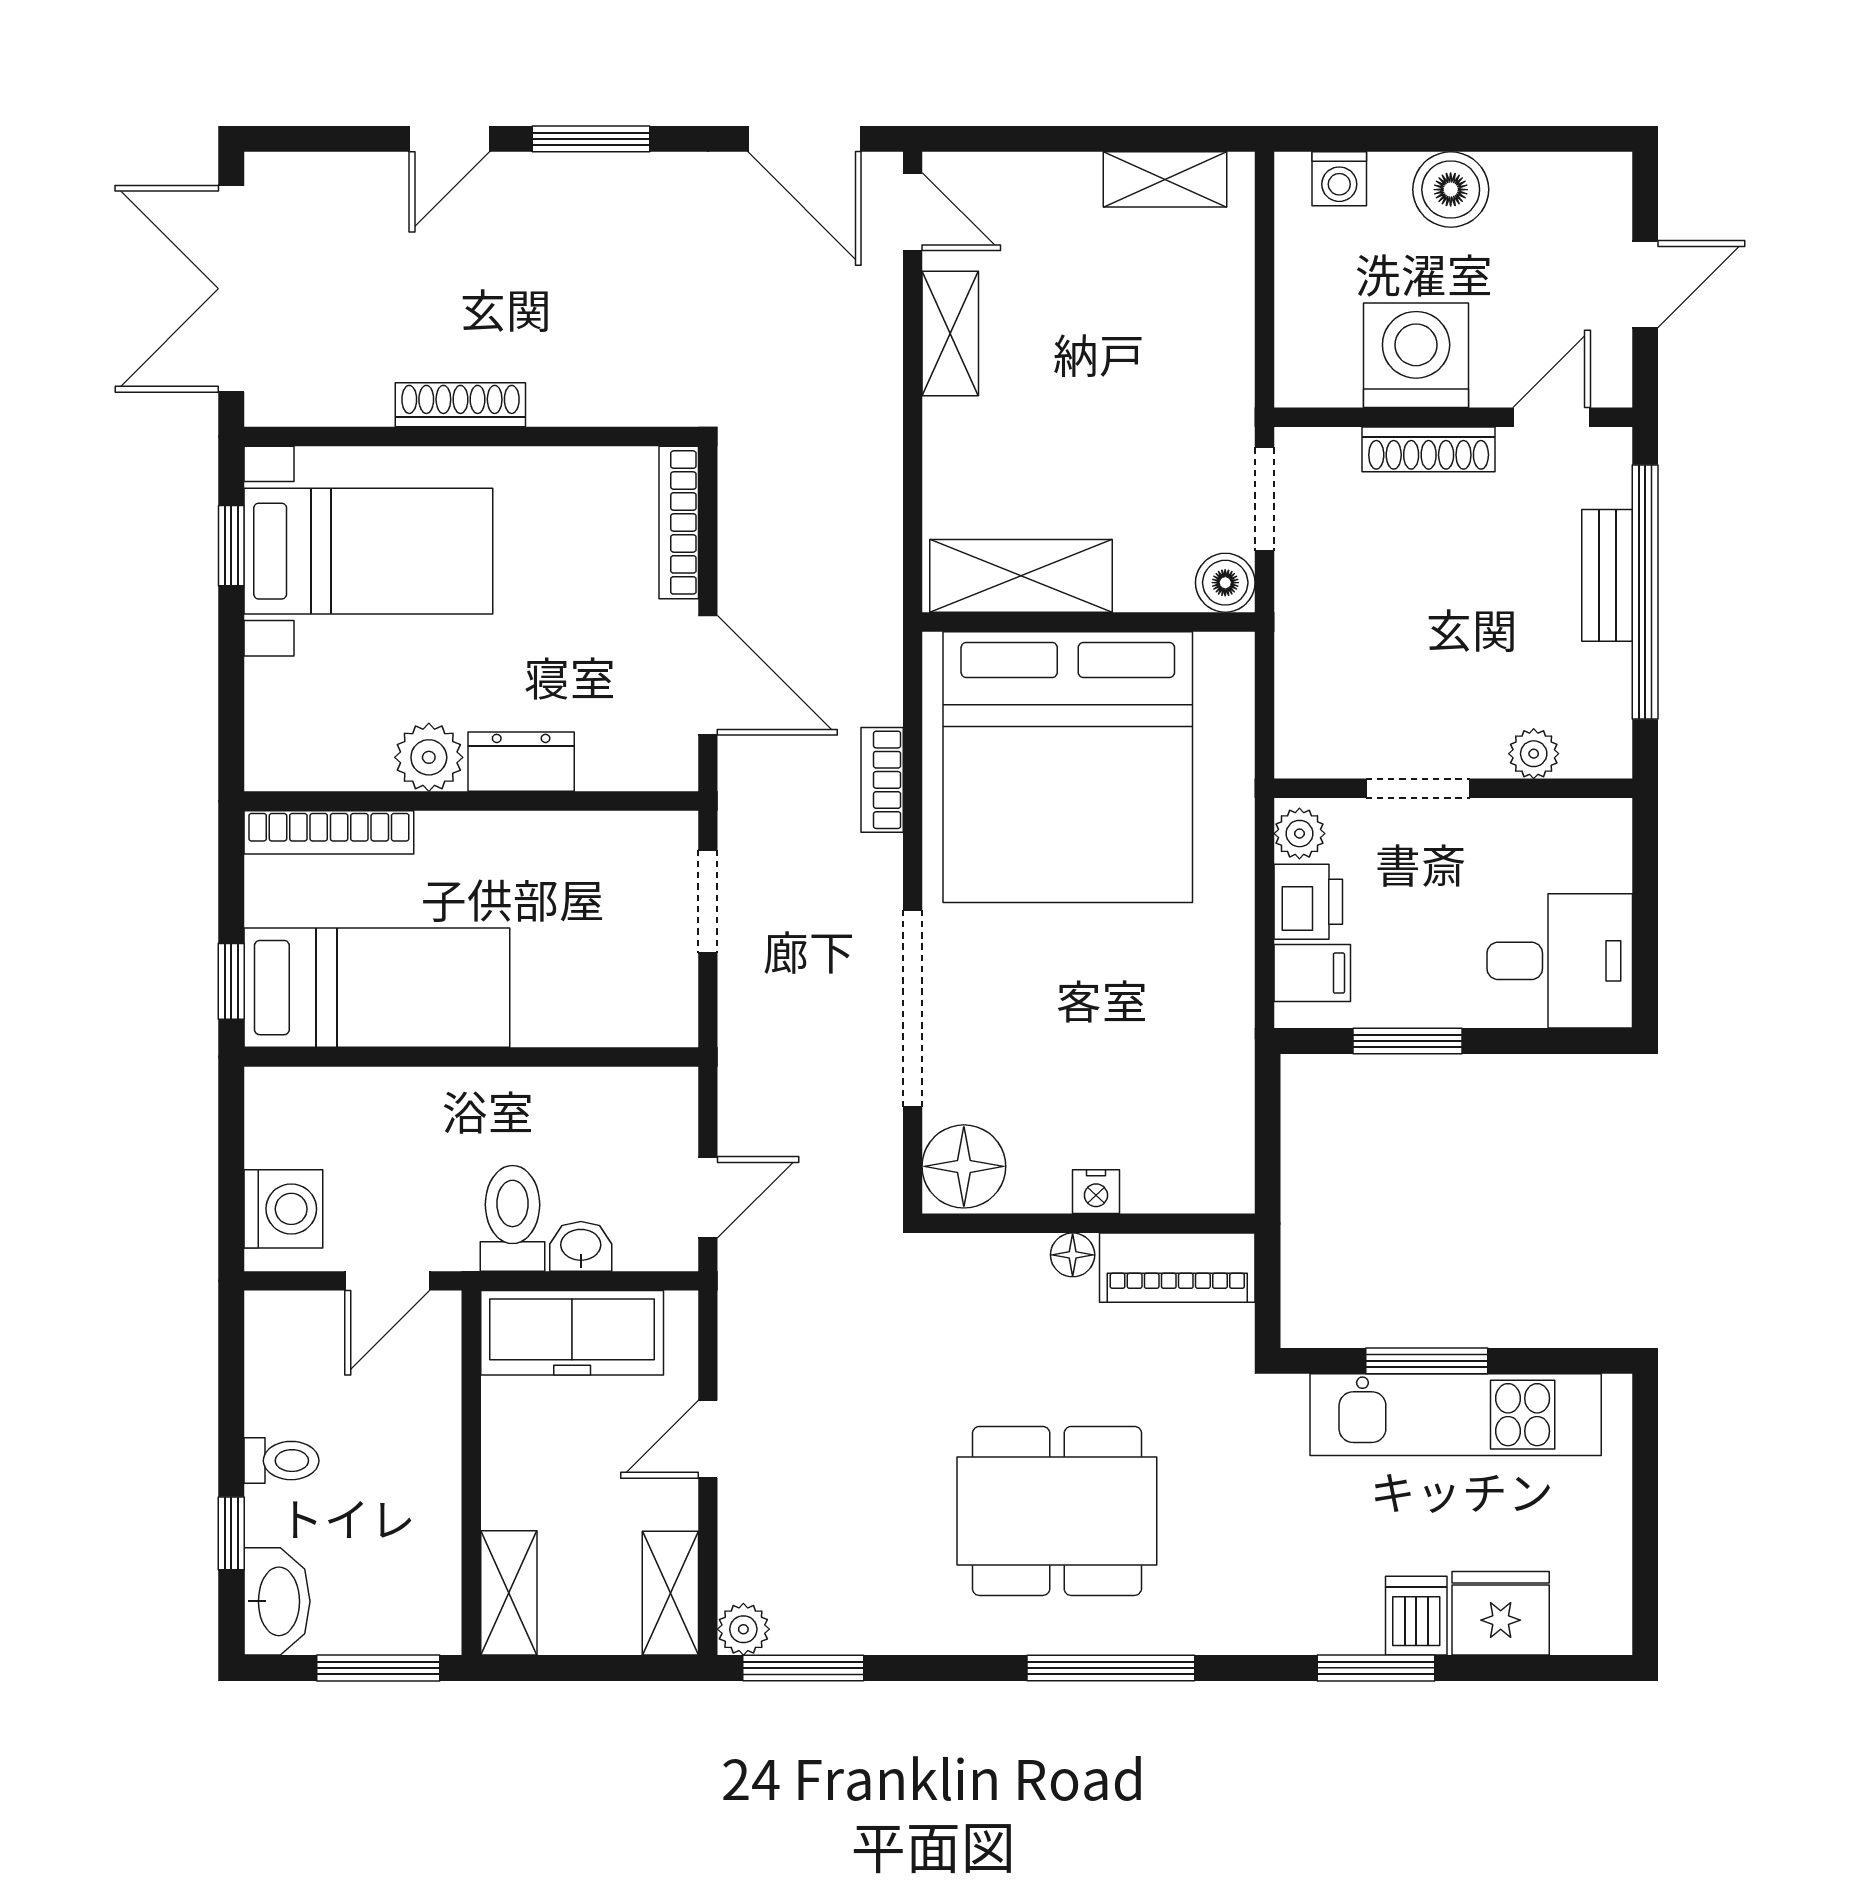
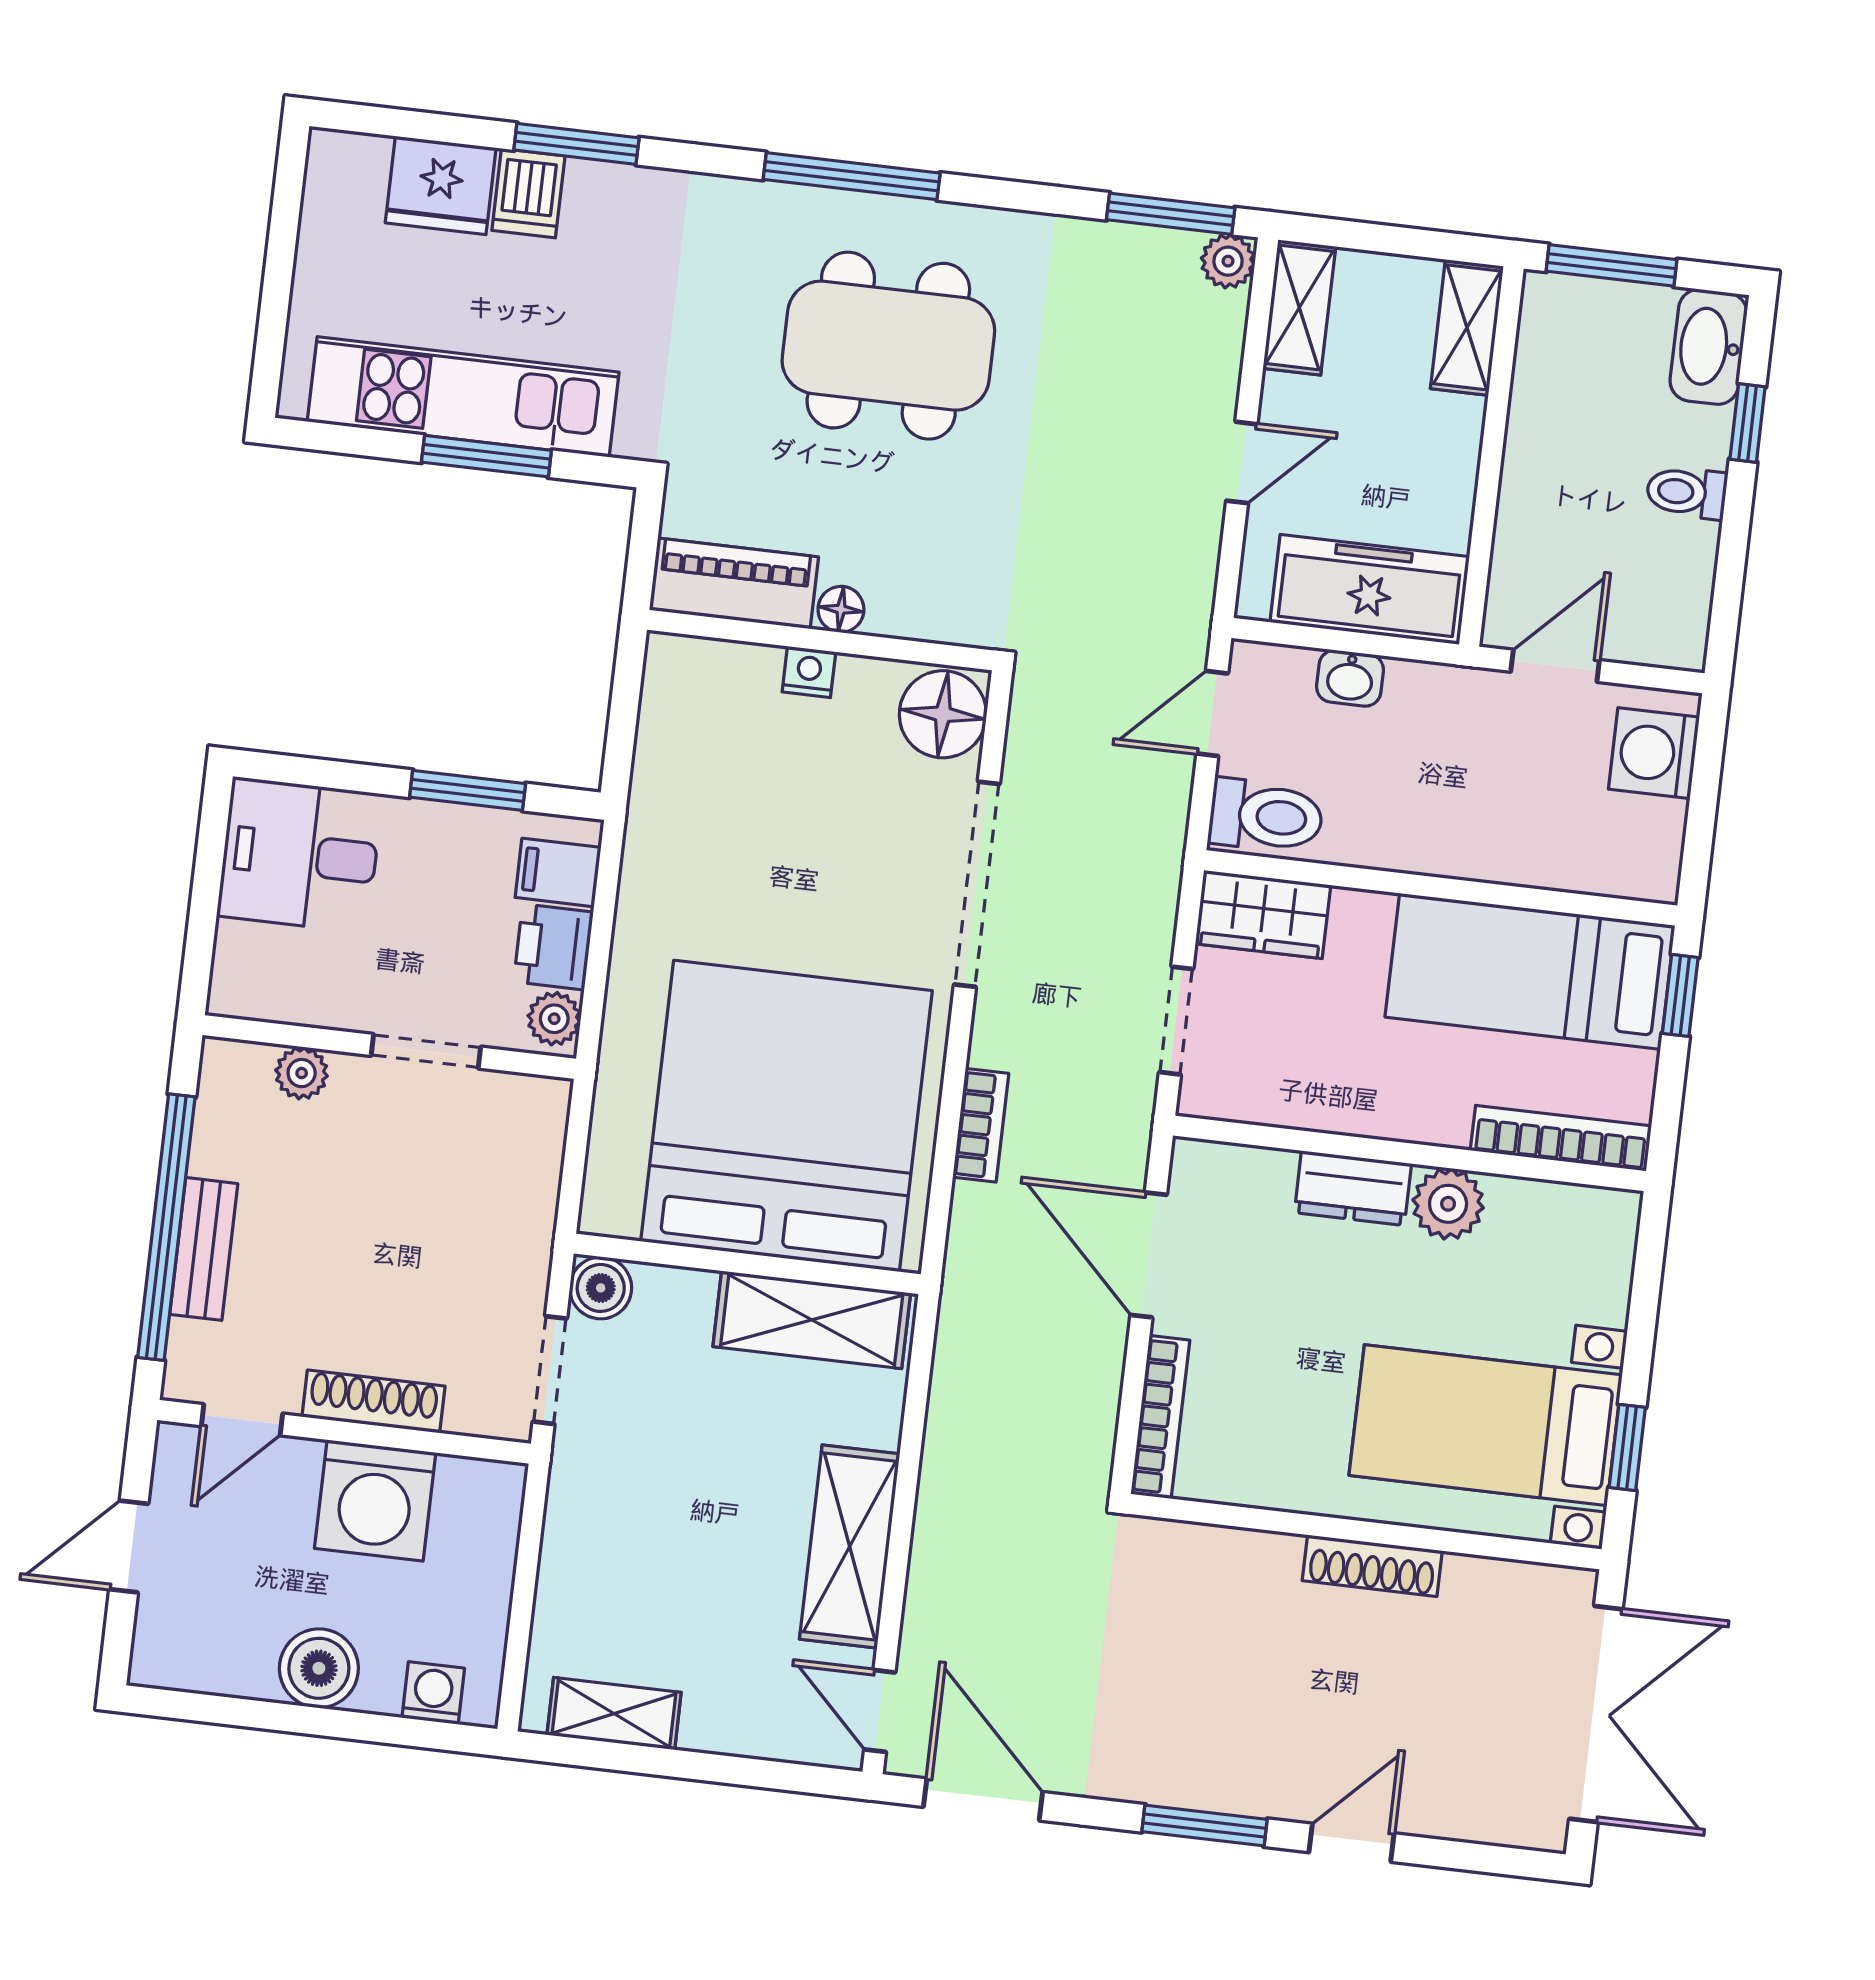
shelving: (950, 333) -> (850, 1546), width x1.50, depth x1.33
wardrobe: (637, 1012) -> (1263, 914), added
toilet: (512, 1218) -> (1266, 816), moved, turned -90

